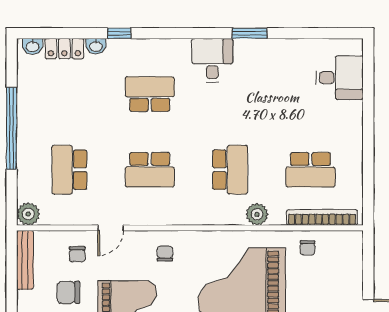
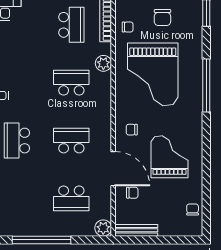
school desk: (150, 170) -> (71, 141), turned -90
door: (111, 228) -> (113, 169), width x1.88
chair: (68, 292) -> (162, 18), moved

